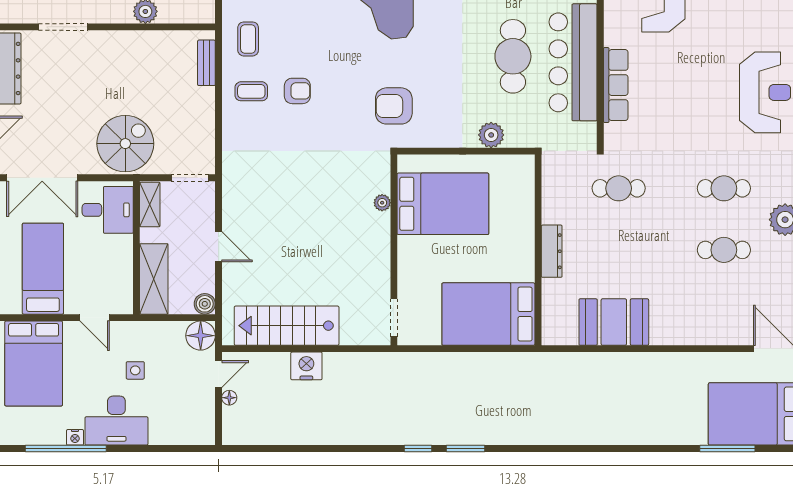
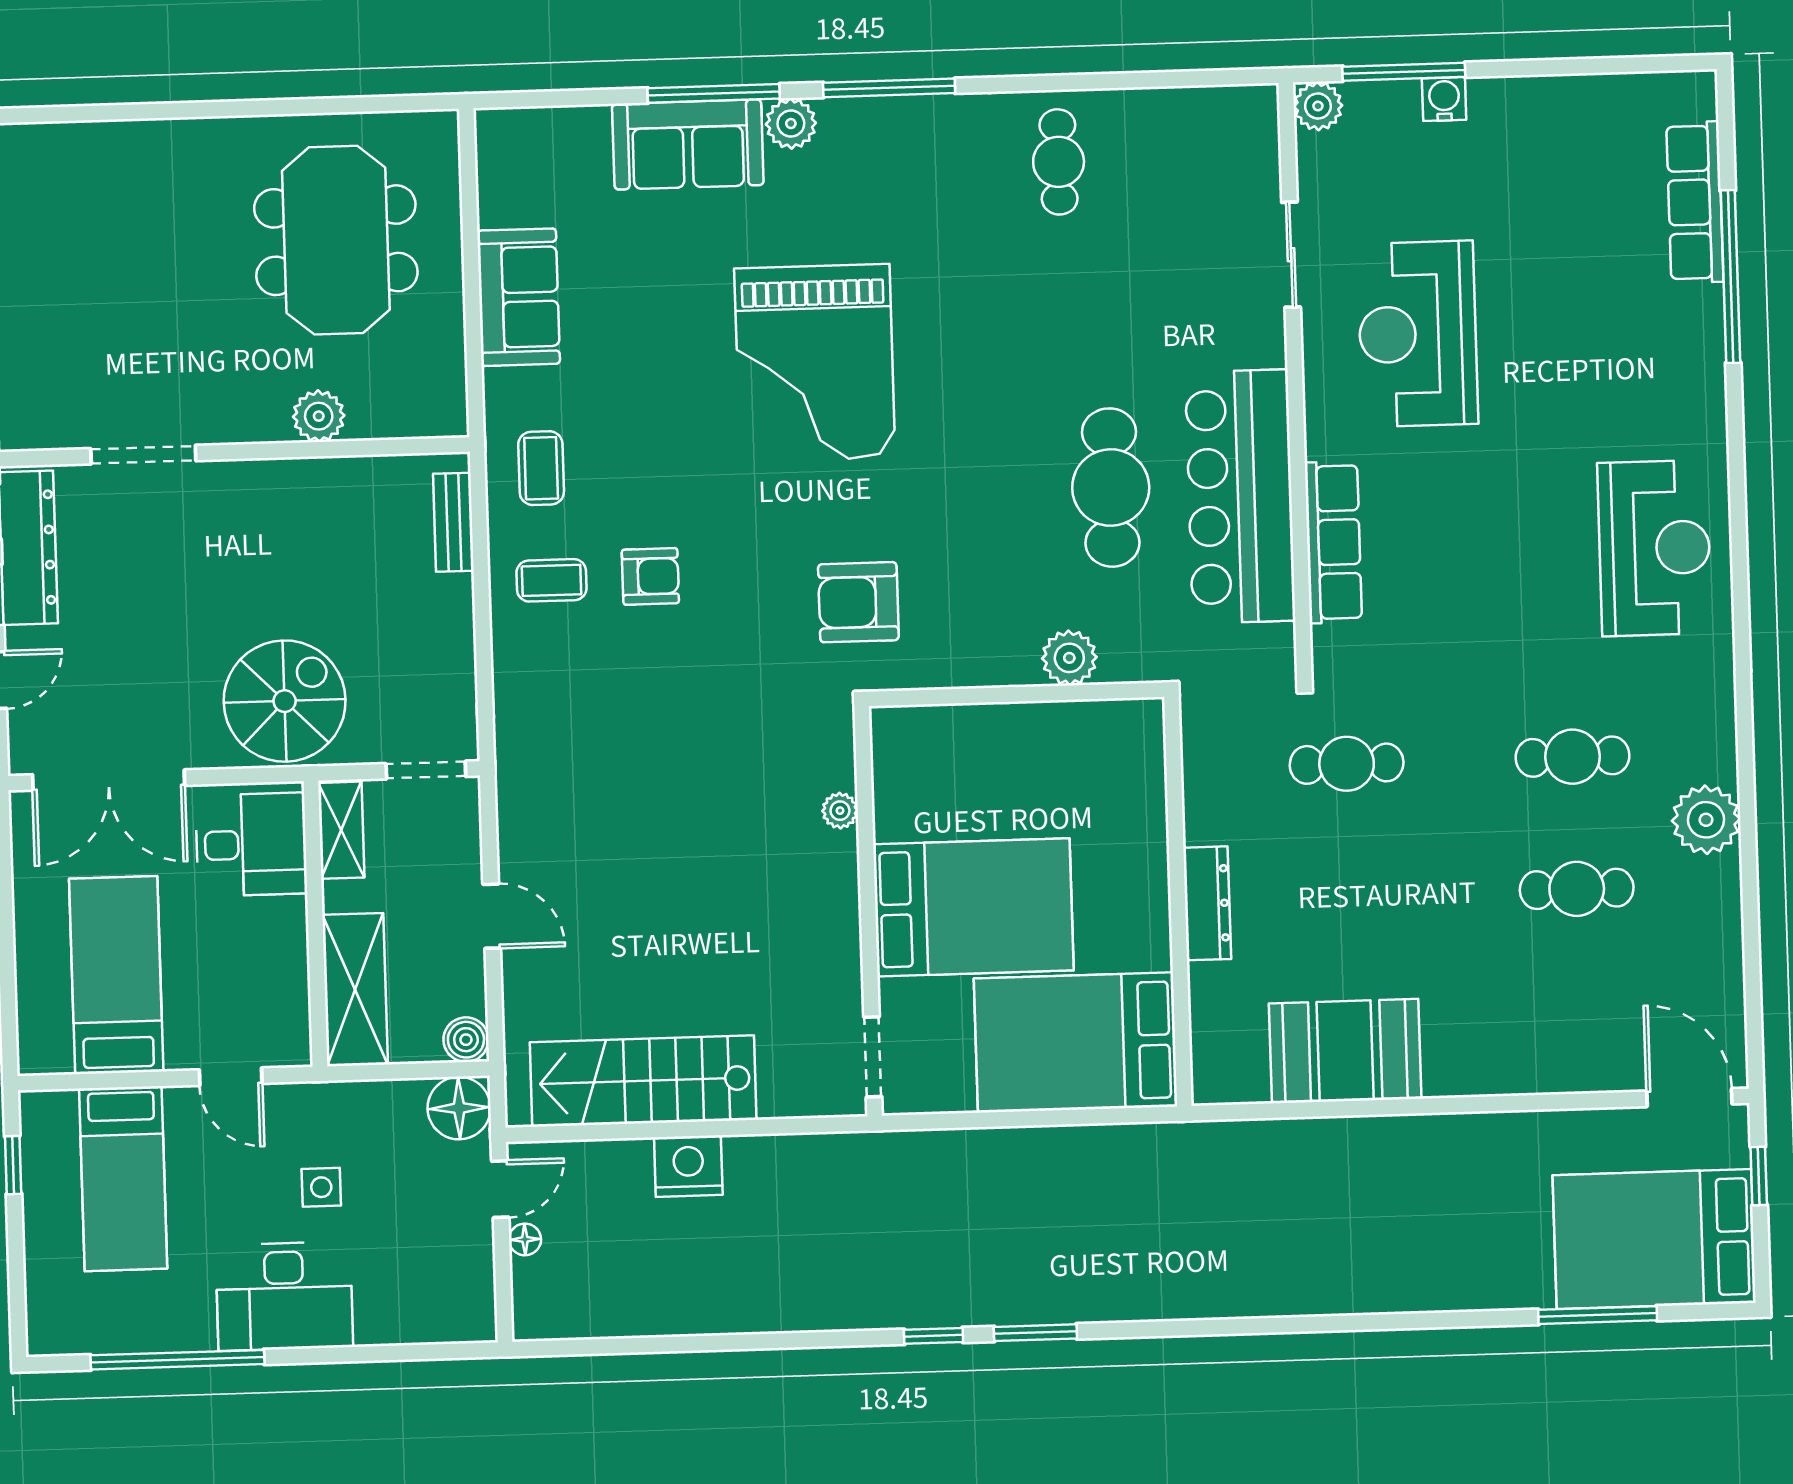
bed: (443, 204) -> (973, 907), moved
bed: (34, 363) -> (123, 1179), width x0.67
nightstand: (75, 437) -> (196, 1335), removed

